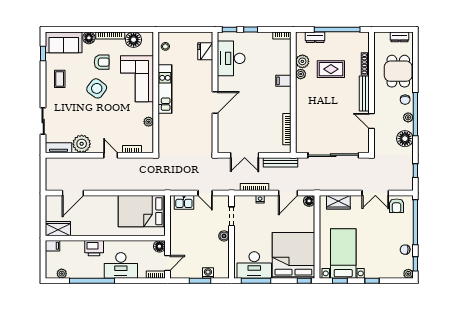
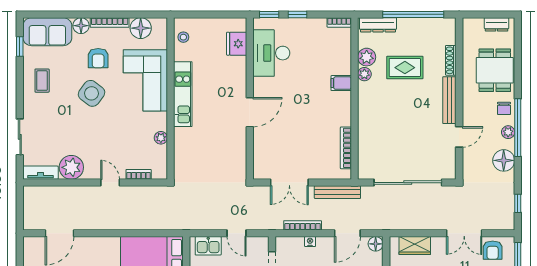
dresser: (315, 37) -> (378, 25), width x1.44
armchair: (102, 62) -> (98, 58), turned 90
door: (372, 121) -> (459, 137), swing flipped

